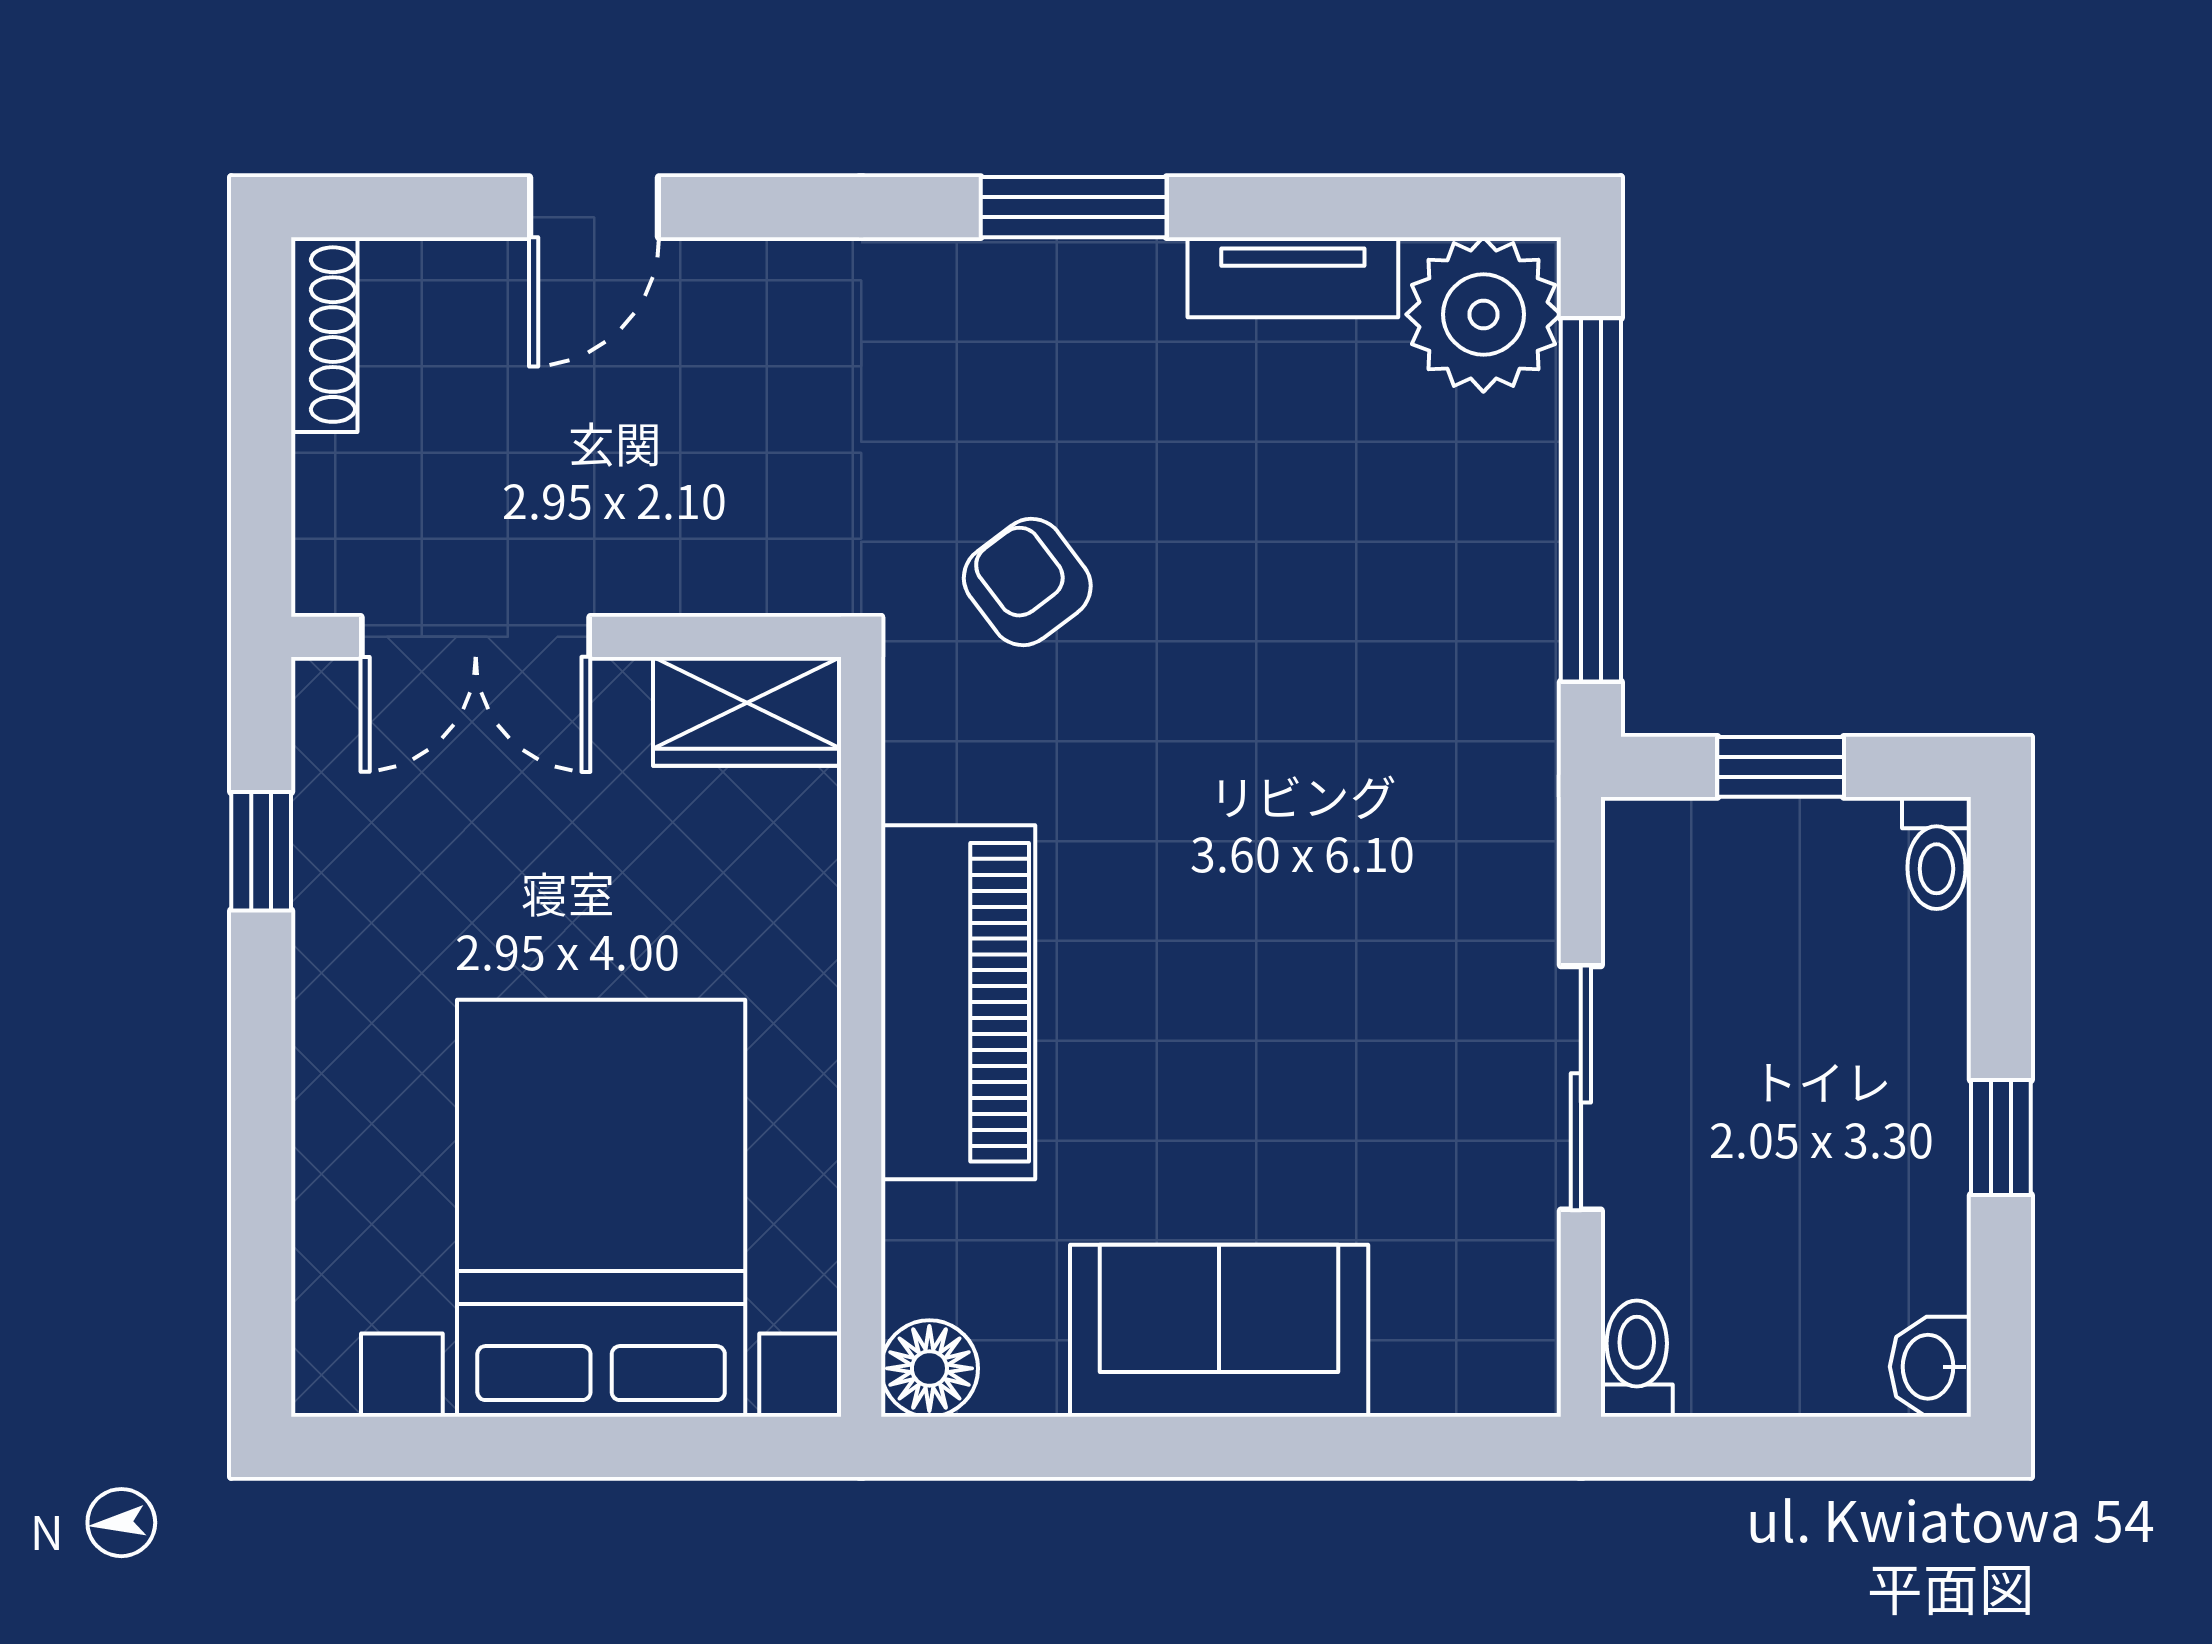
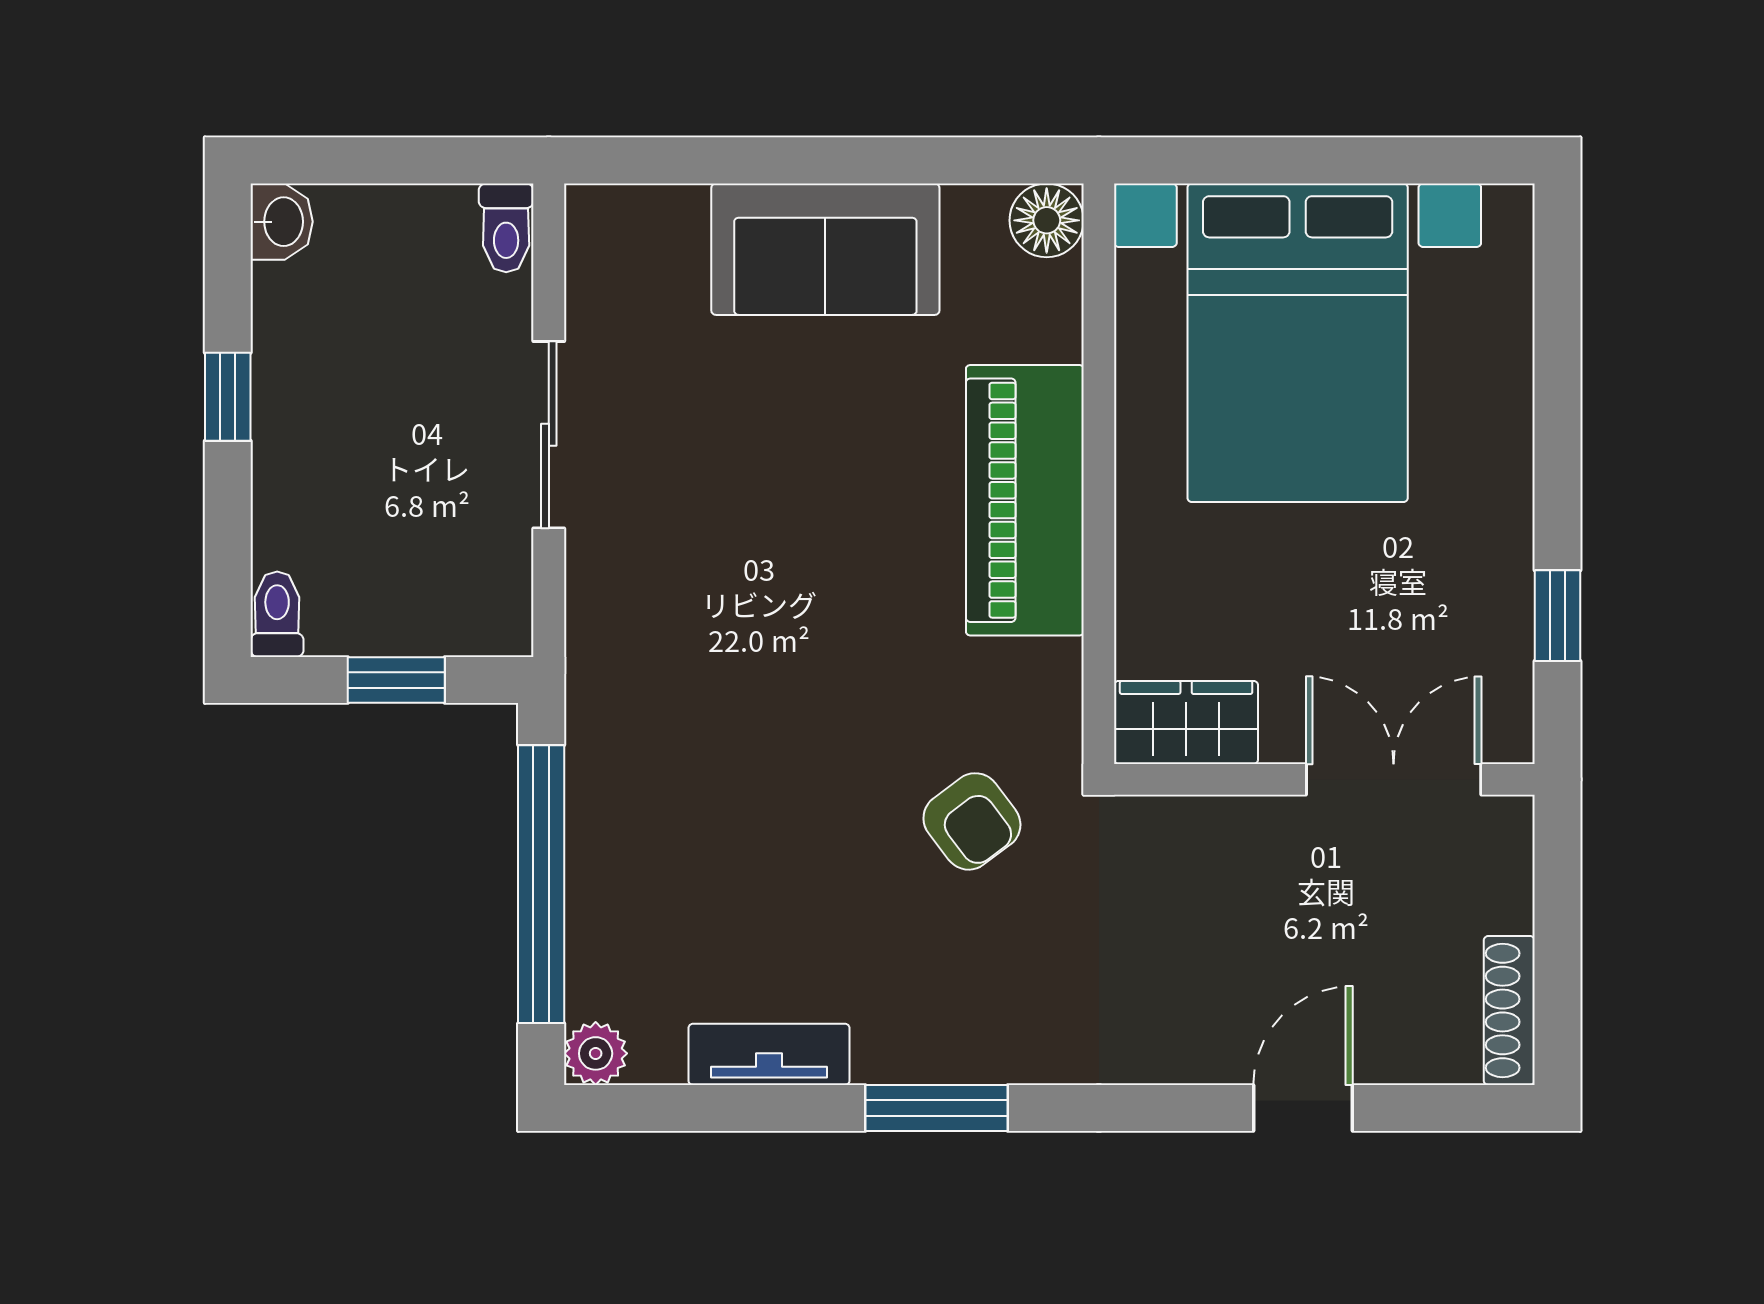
plant: (1483, 314) -> (596, 1053), width x0.53, depth x0.53

